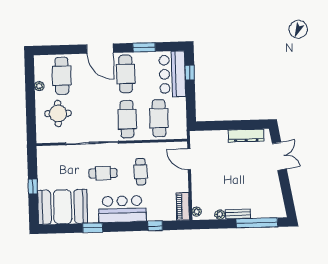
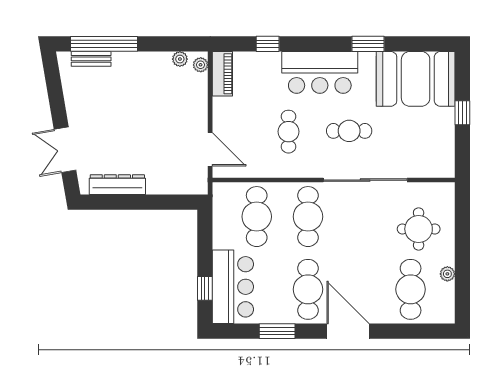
plant: (220, 214) -> (180, 59), moved
bench: (238, 214) -> (91, 59), moved

